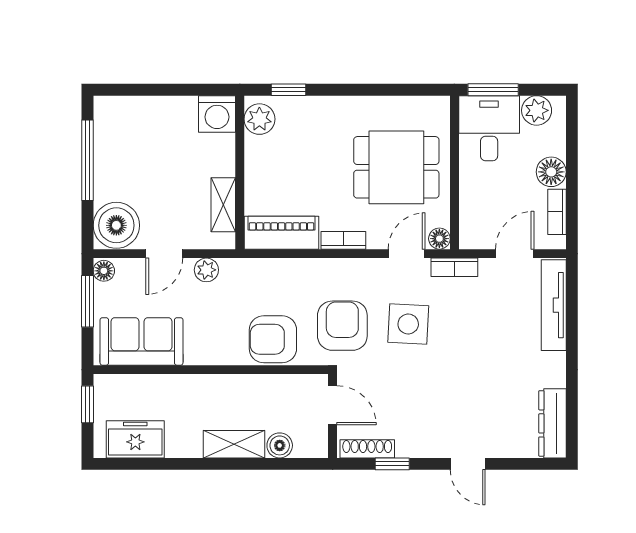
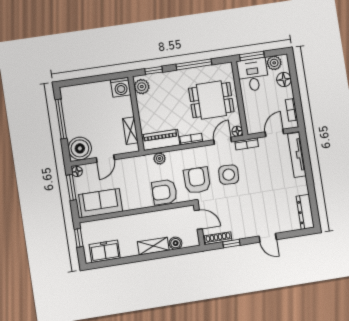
window: (372, 90) -> (194, 65), added
floor lamp: (551, 172) -> (284, 79), moved
plant: (206, 270) -> (160, 158), moved

